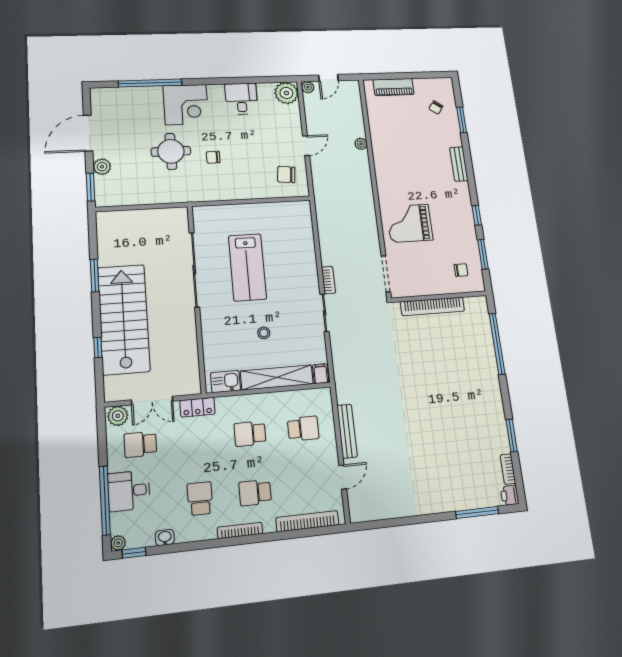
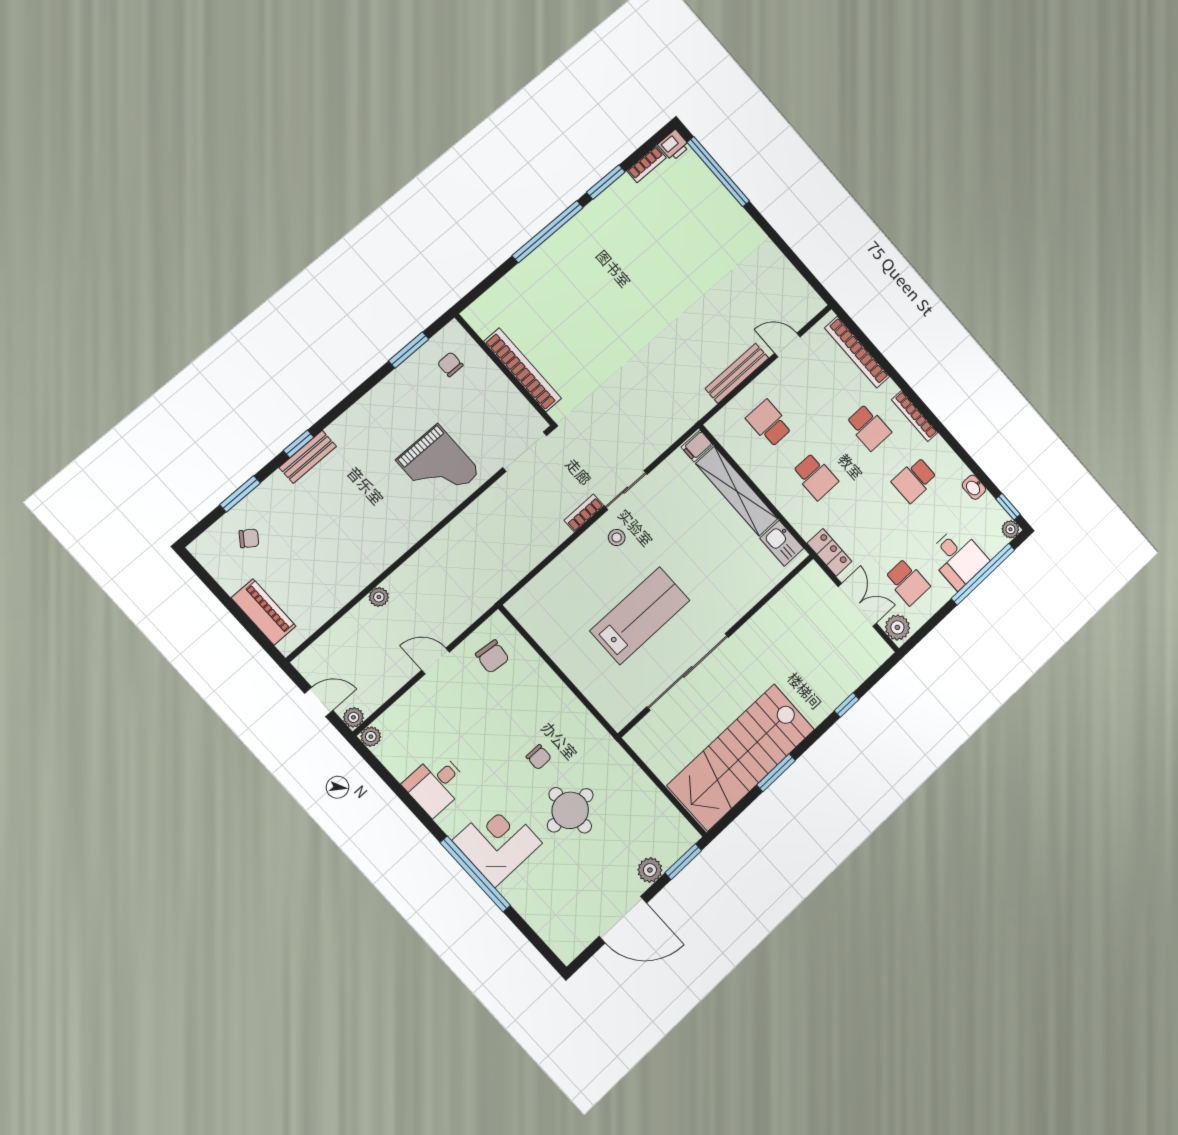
window: (150, 83) -> (475, 874), moved
plant: (286, 93) -> (371, 737), width x0.53, depth x0.53
window: (477, 215) -> (299, 444), moved
stairs: (124, 319) -> (741, 757), moved
stool: (264, 333) -> (617, 537), moved
window: (497, 344) -> (548, 232), moved
window: (477, 512) -> (718, 172), width x1.46

